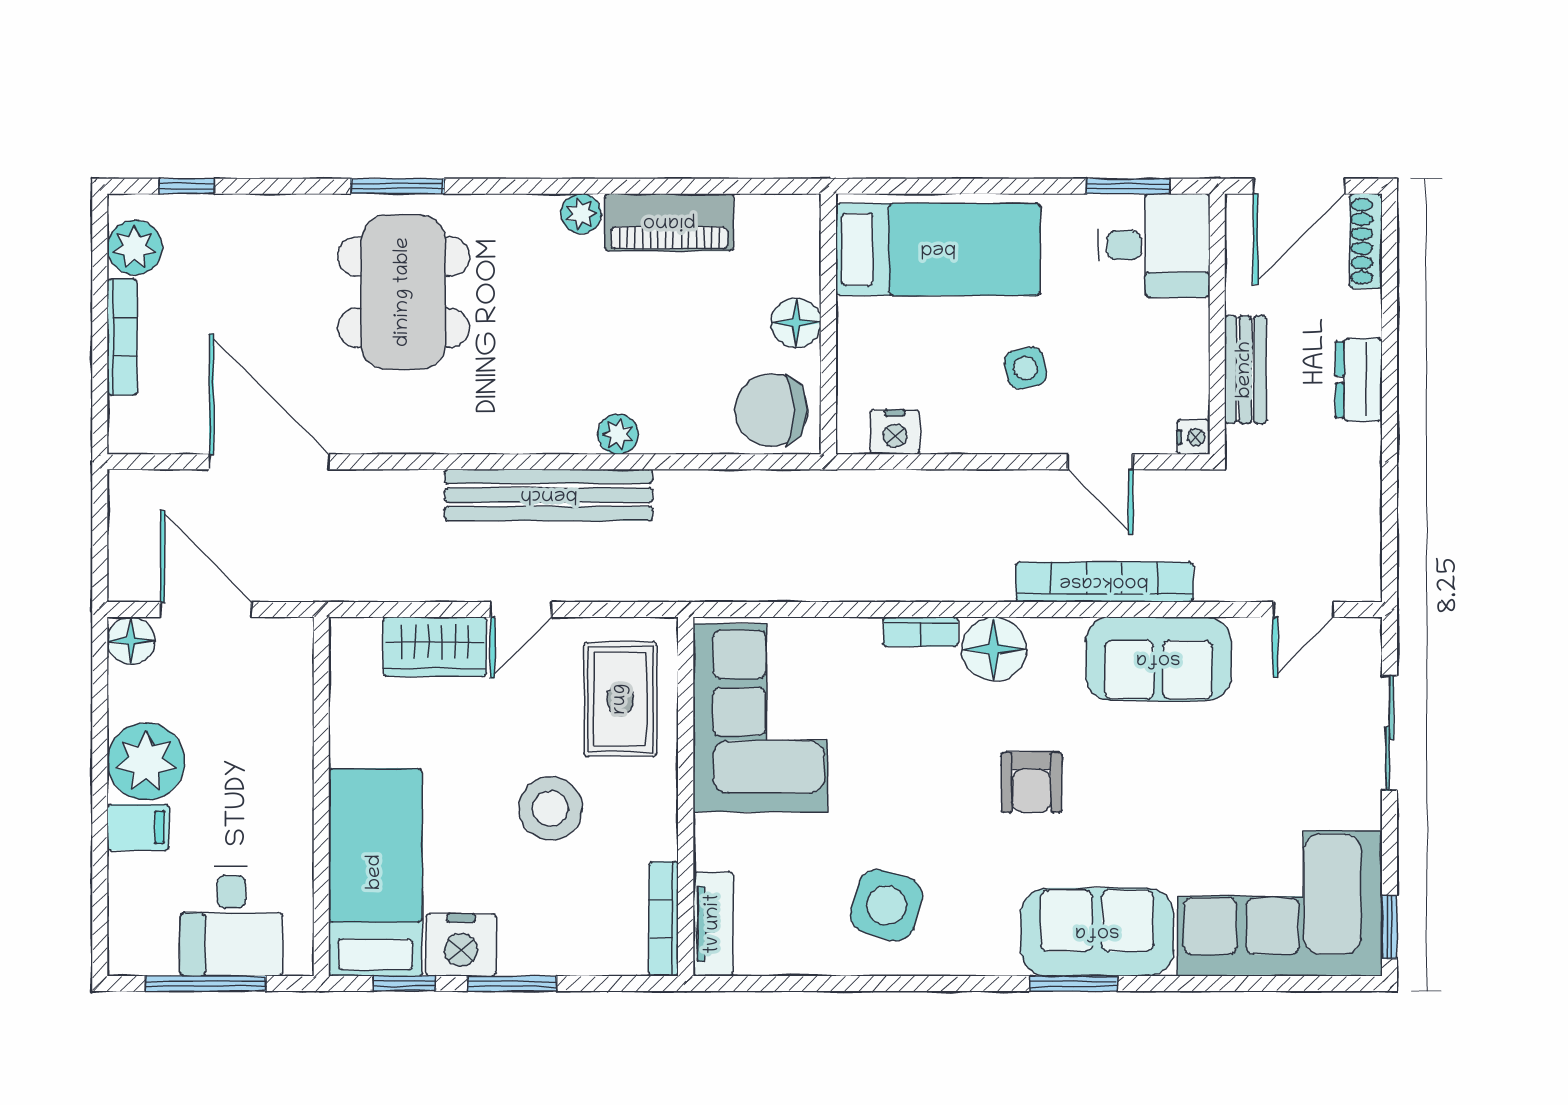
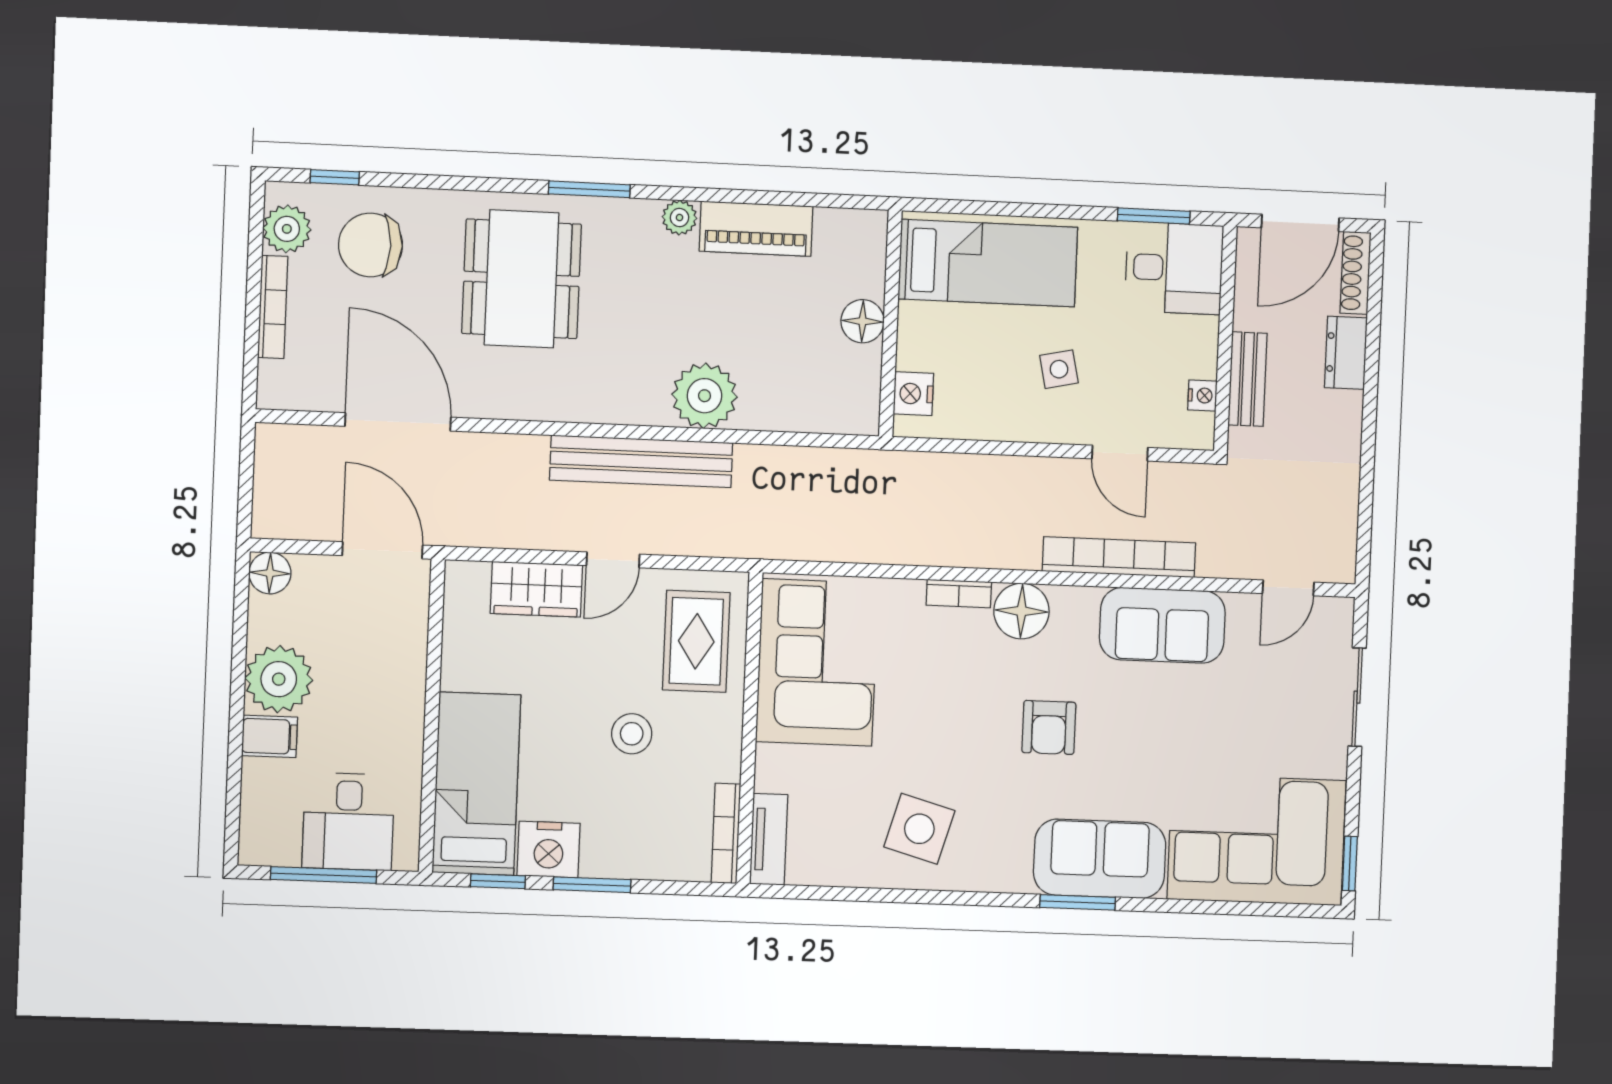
window: (397, 186) -> (589, 189), moved
dresser: (1359, 380) -> (1346, 353), moved
chair: (771, 410) -> (371, 245), moved
nightstand: (895, 432) -> (913, 394), moved, turned 90
plant: (618, 434) -> (704, 396), width x1.87, depth x1.87
nightstand: (1193, 437) -> (1202, 395), moved
door: (206, 609) -> (382, 550), moved
stool: (551, 808) -> (632, 734), width x0.73, depth x0.73

